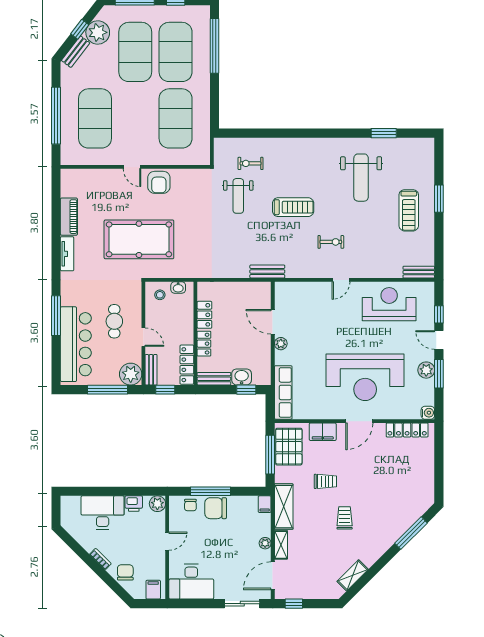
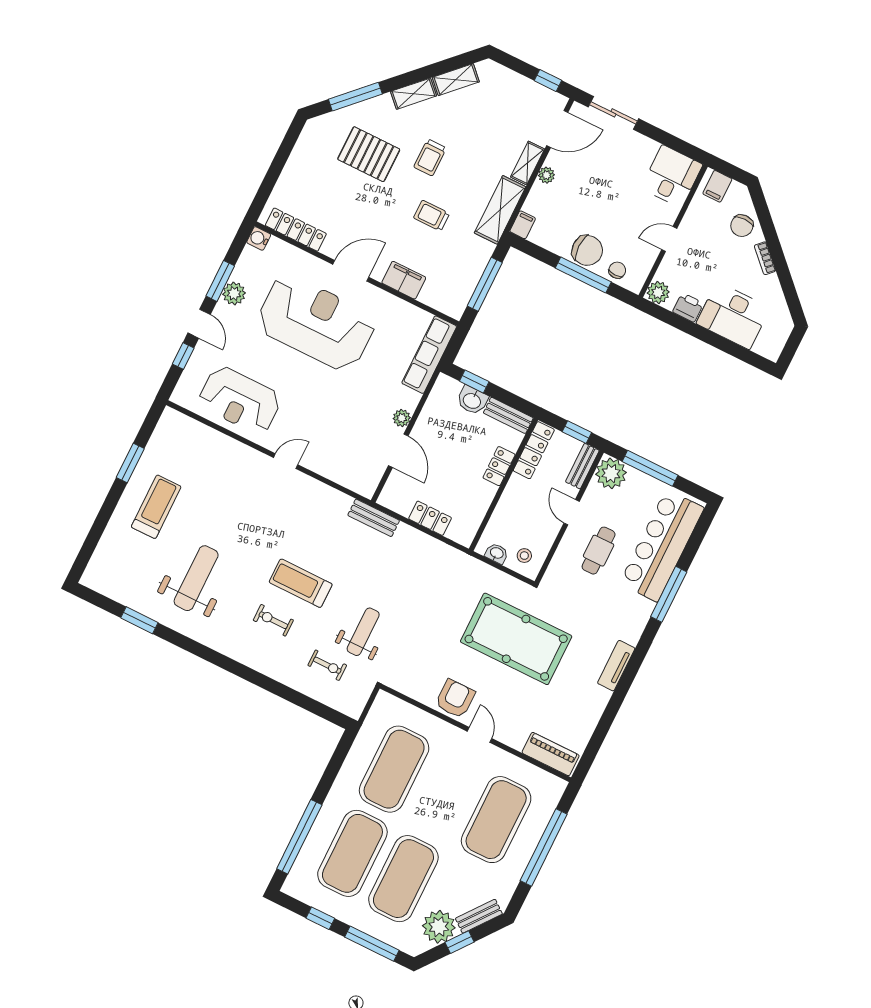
window: (439, 199) -> (130, 463), moved
piano: (69, 217) -> (551, 754), moved, turned 90
exercise bike: (331, 242) -> (273, 620), moved
bench: (419, 272) -> (182, 422), removed
locker: (204, 315) -> (430, 518), moved, turned 90
pallet: (289, 447) -> (369, 154), moved, turned 90
shelving: (375, 553) -> (414, 94), added
desk: (191, 582) -> (672, 176), width x0.73

